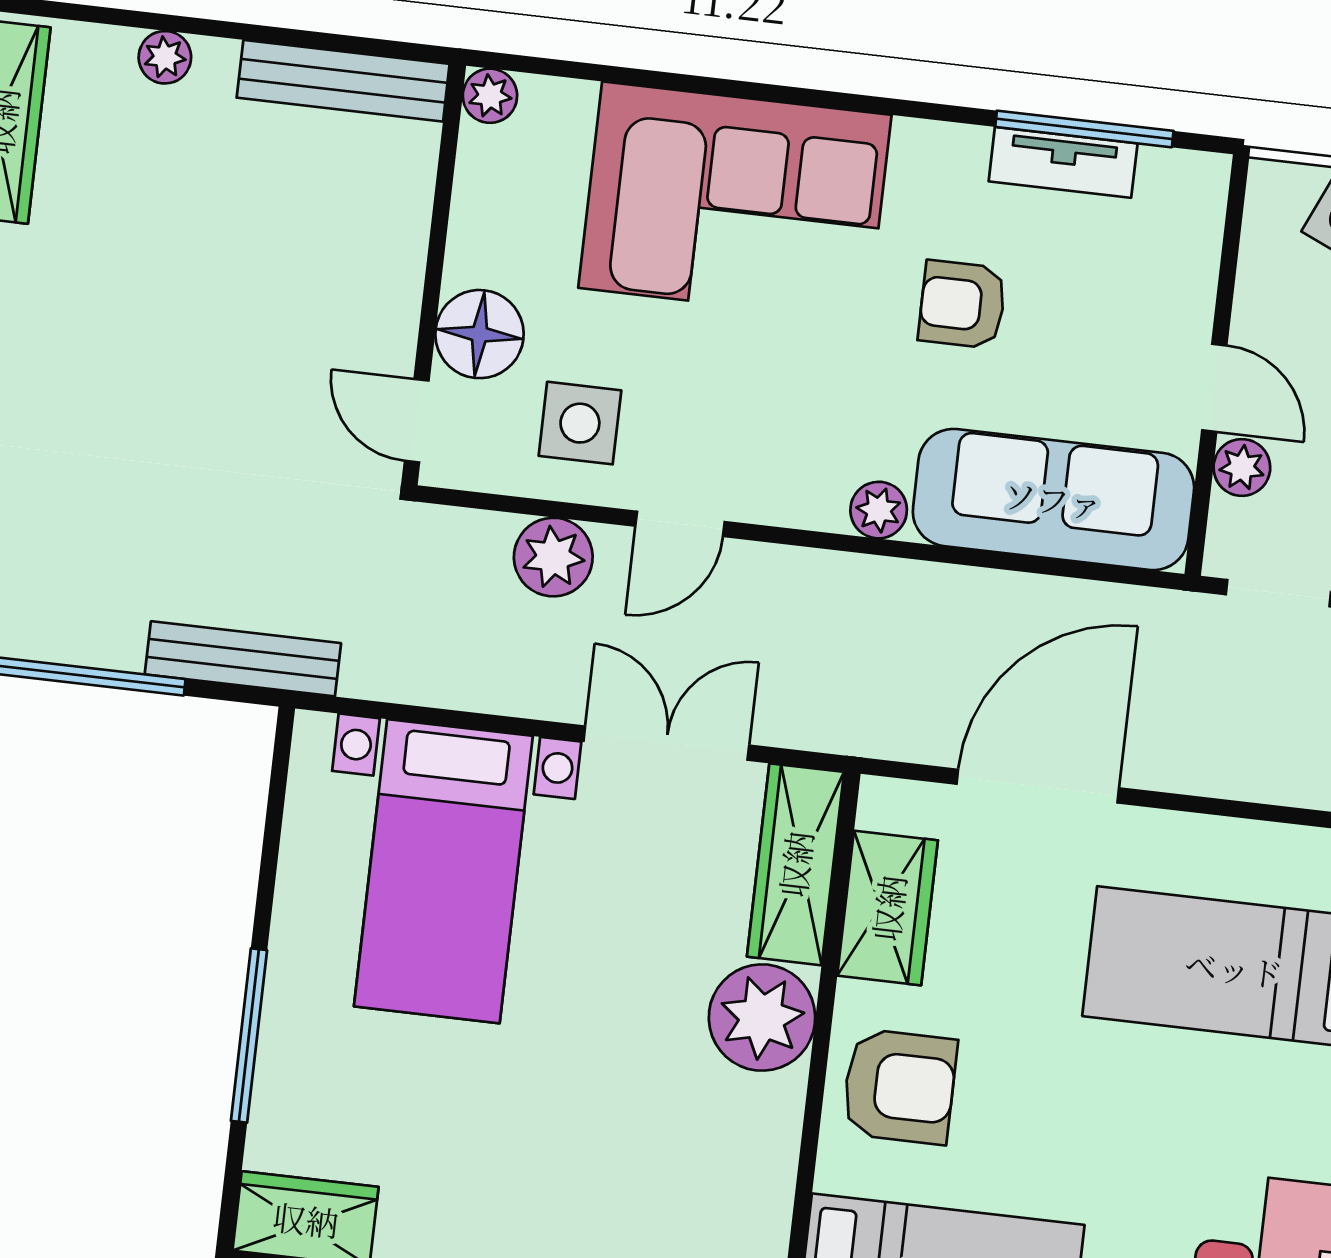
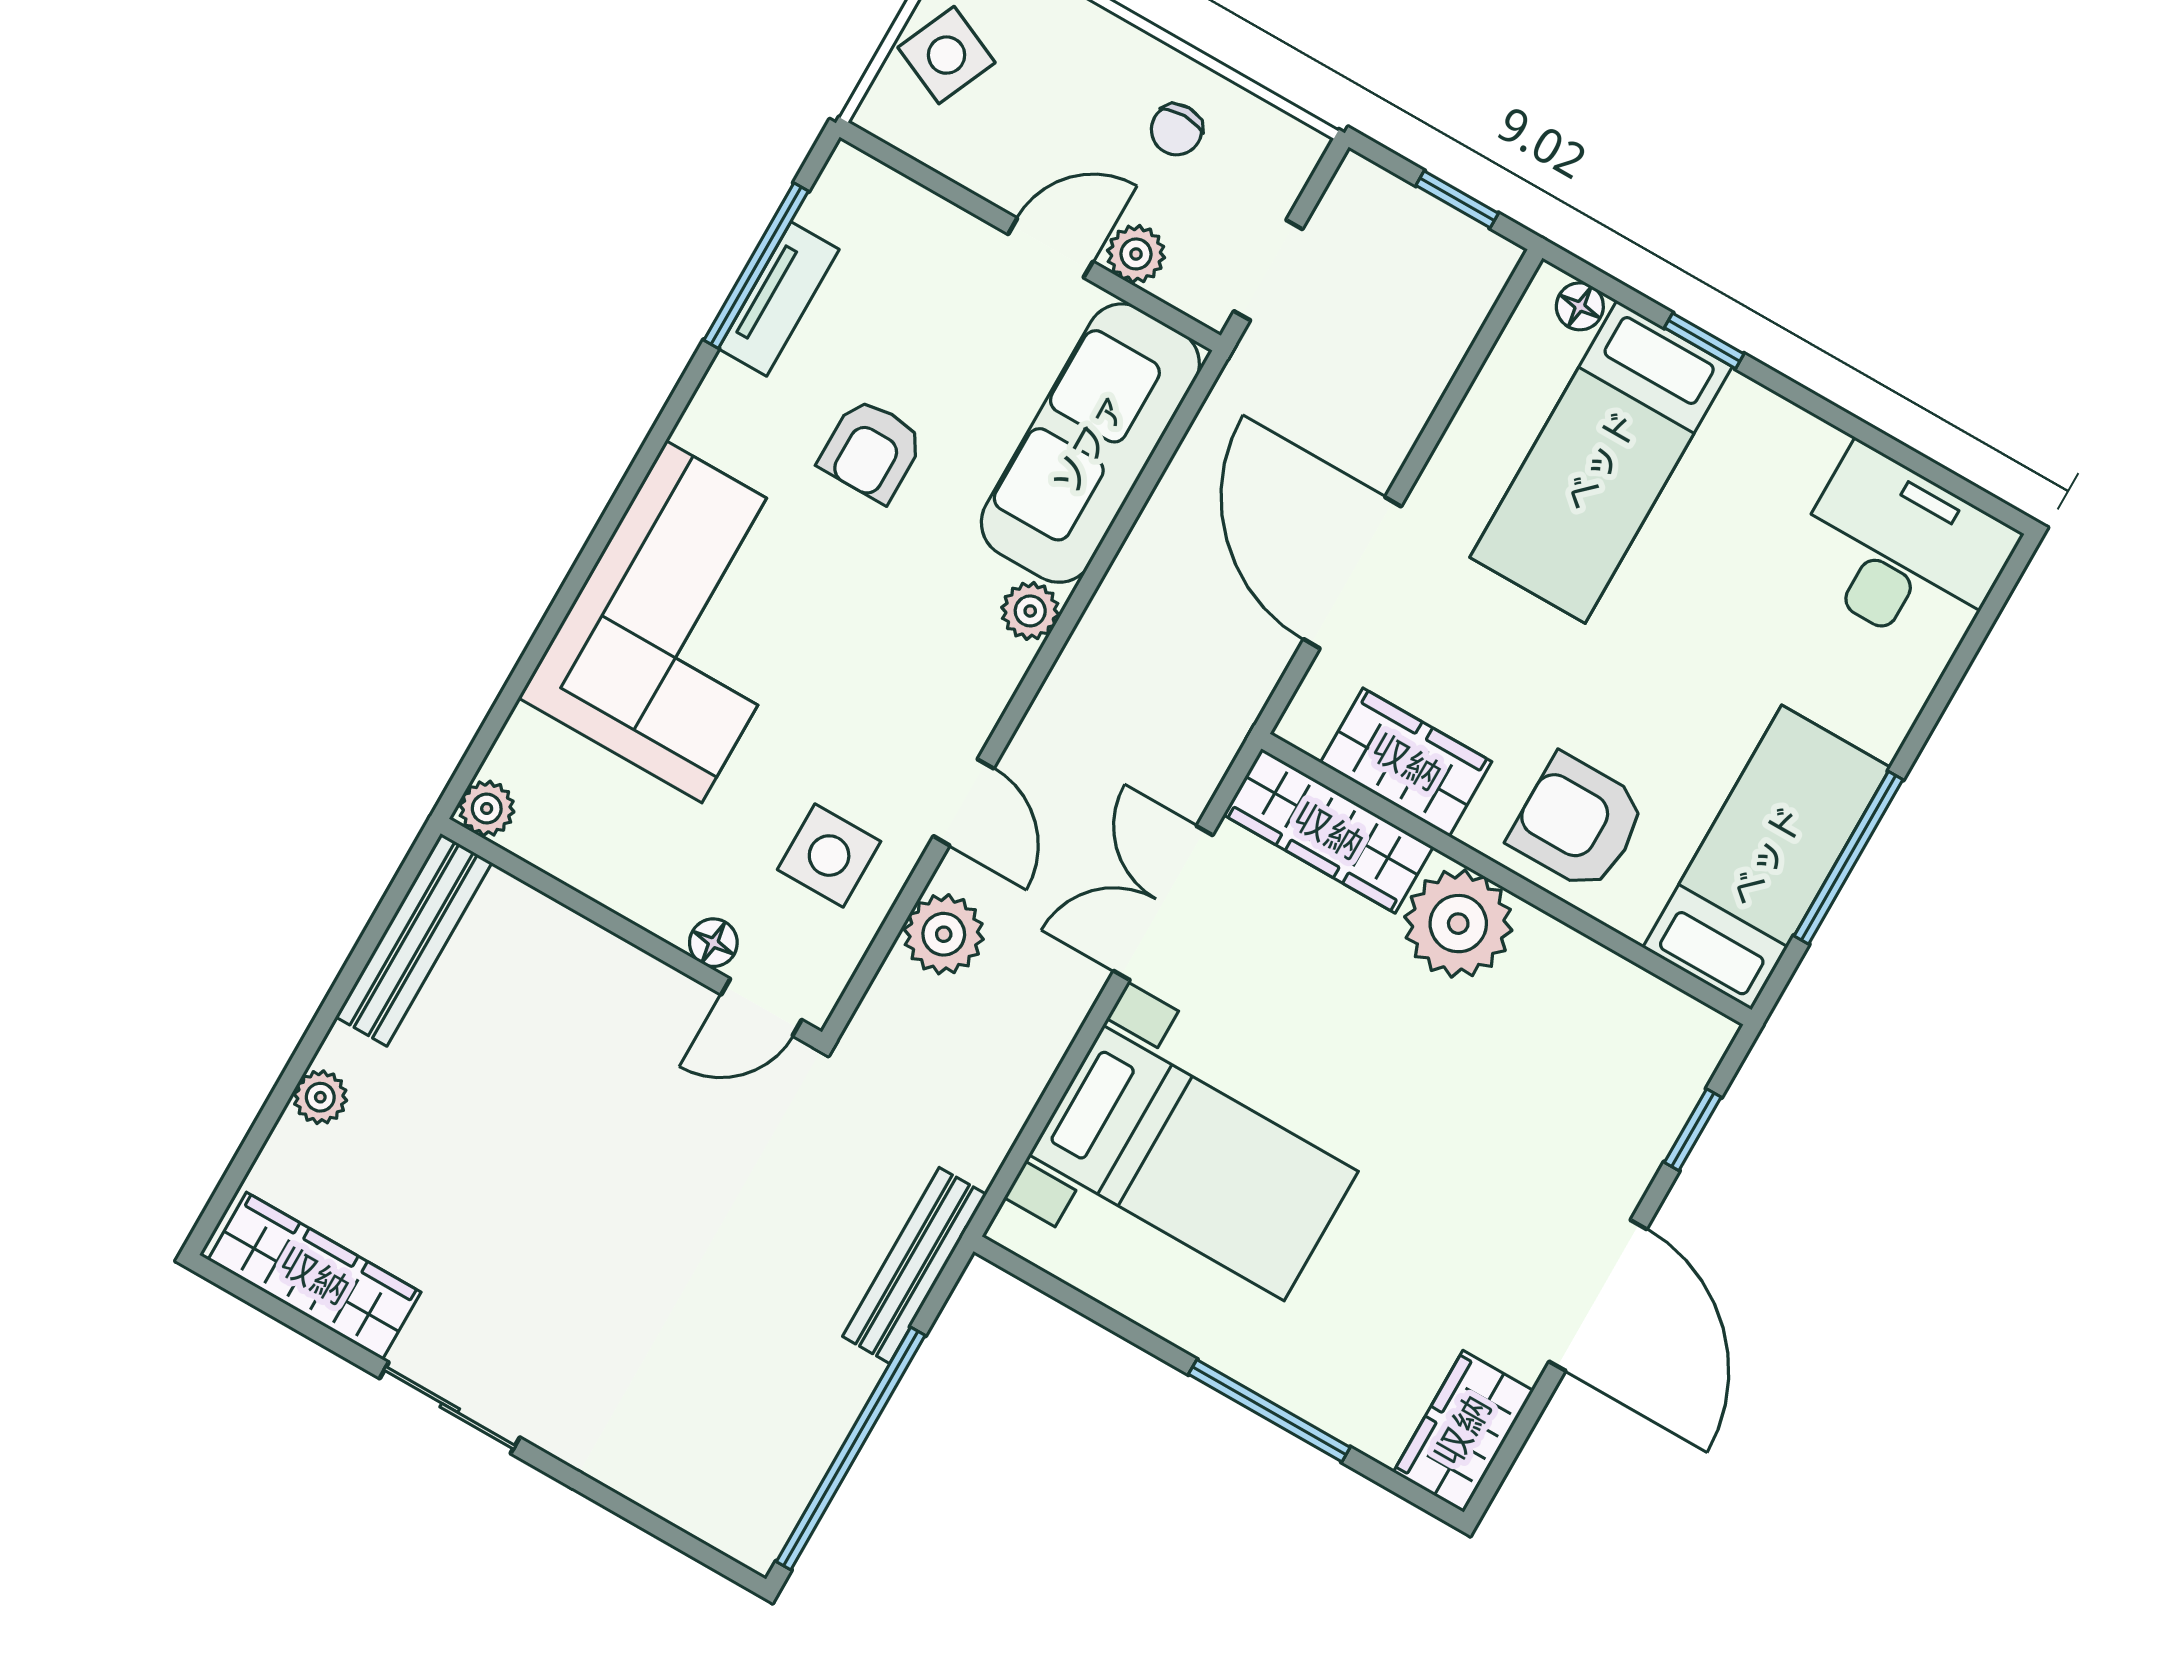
floor lamp: (479, 334) -> (713, 943), width x0.53, depth x0.53
armchair: (899, 1087) -> (1578, 823), turned -90

